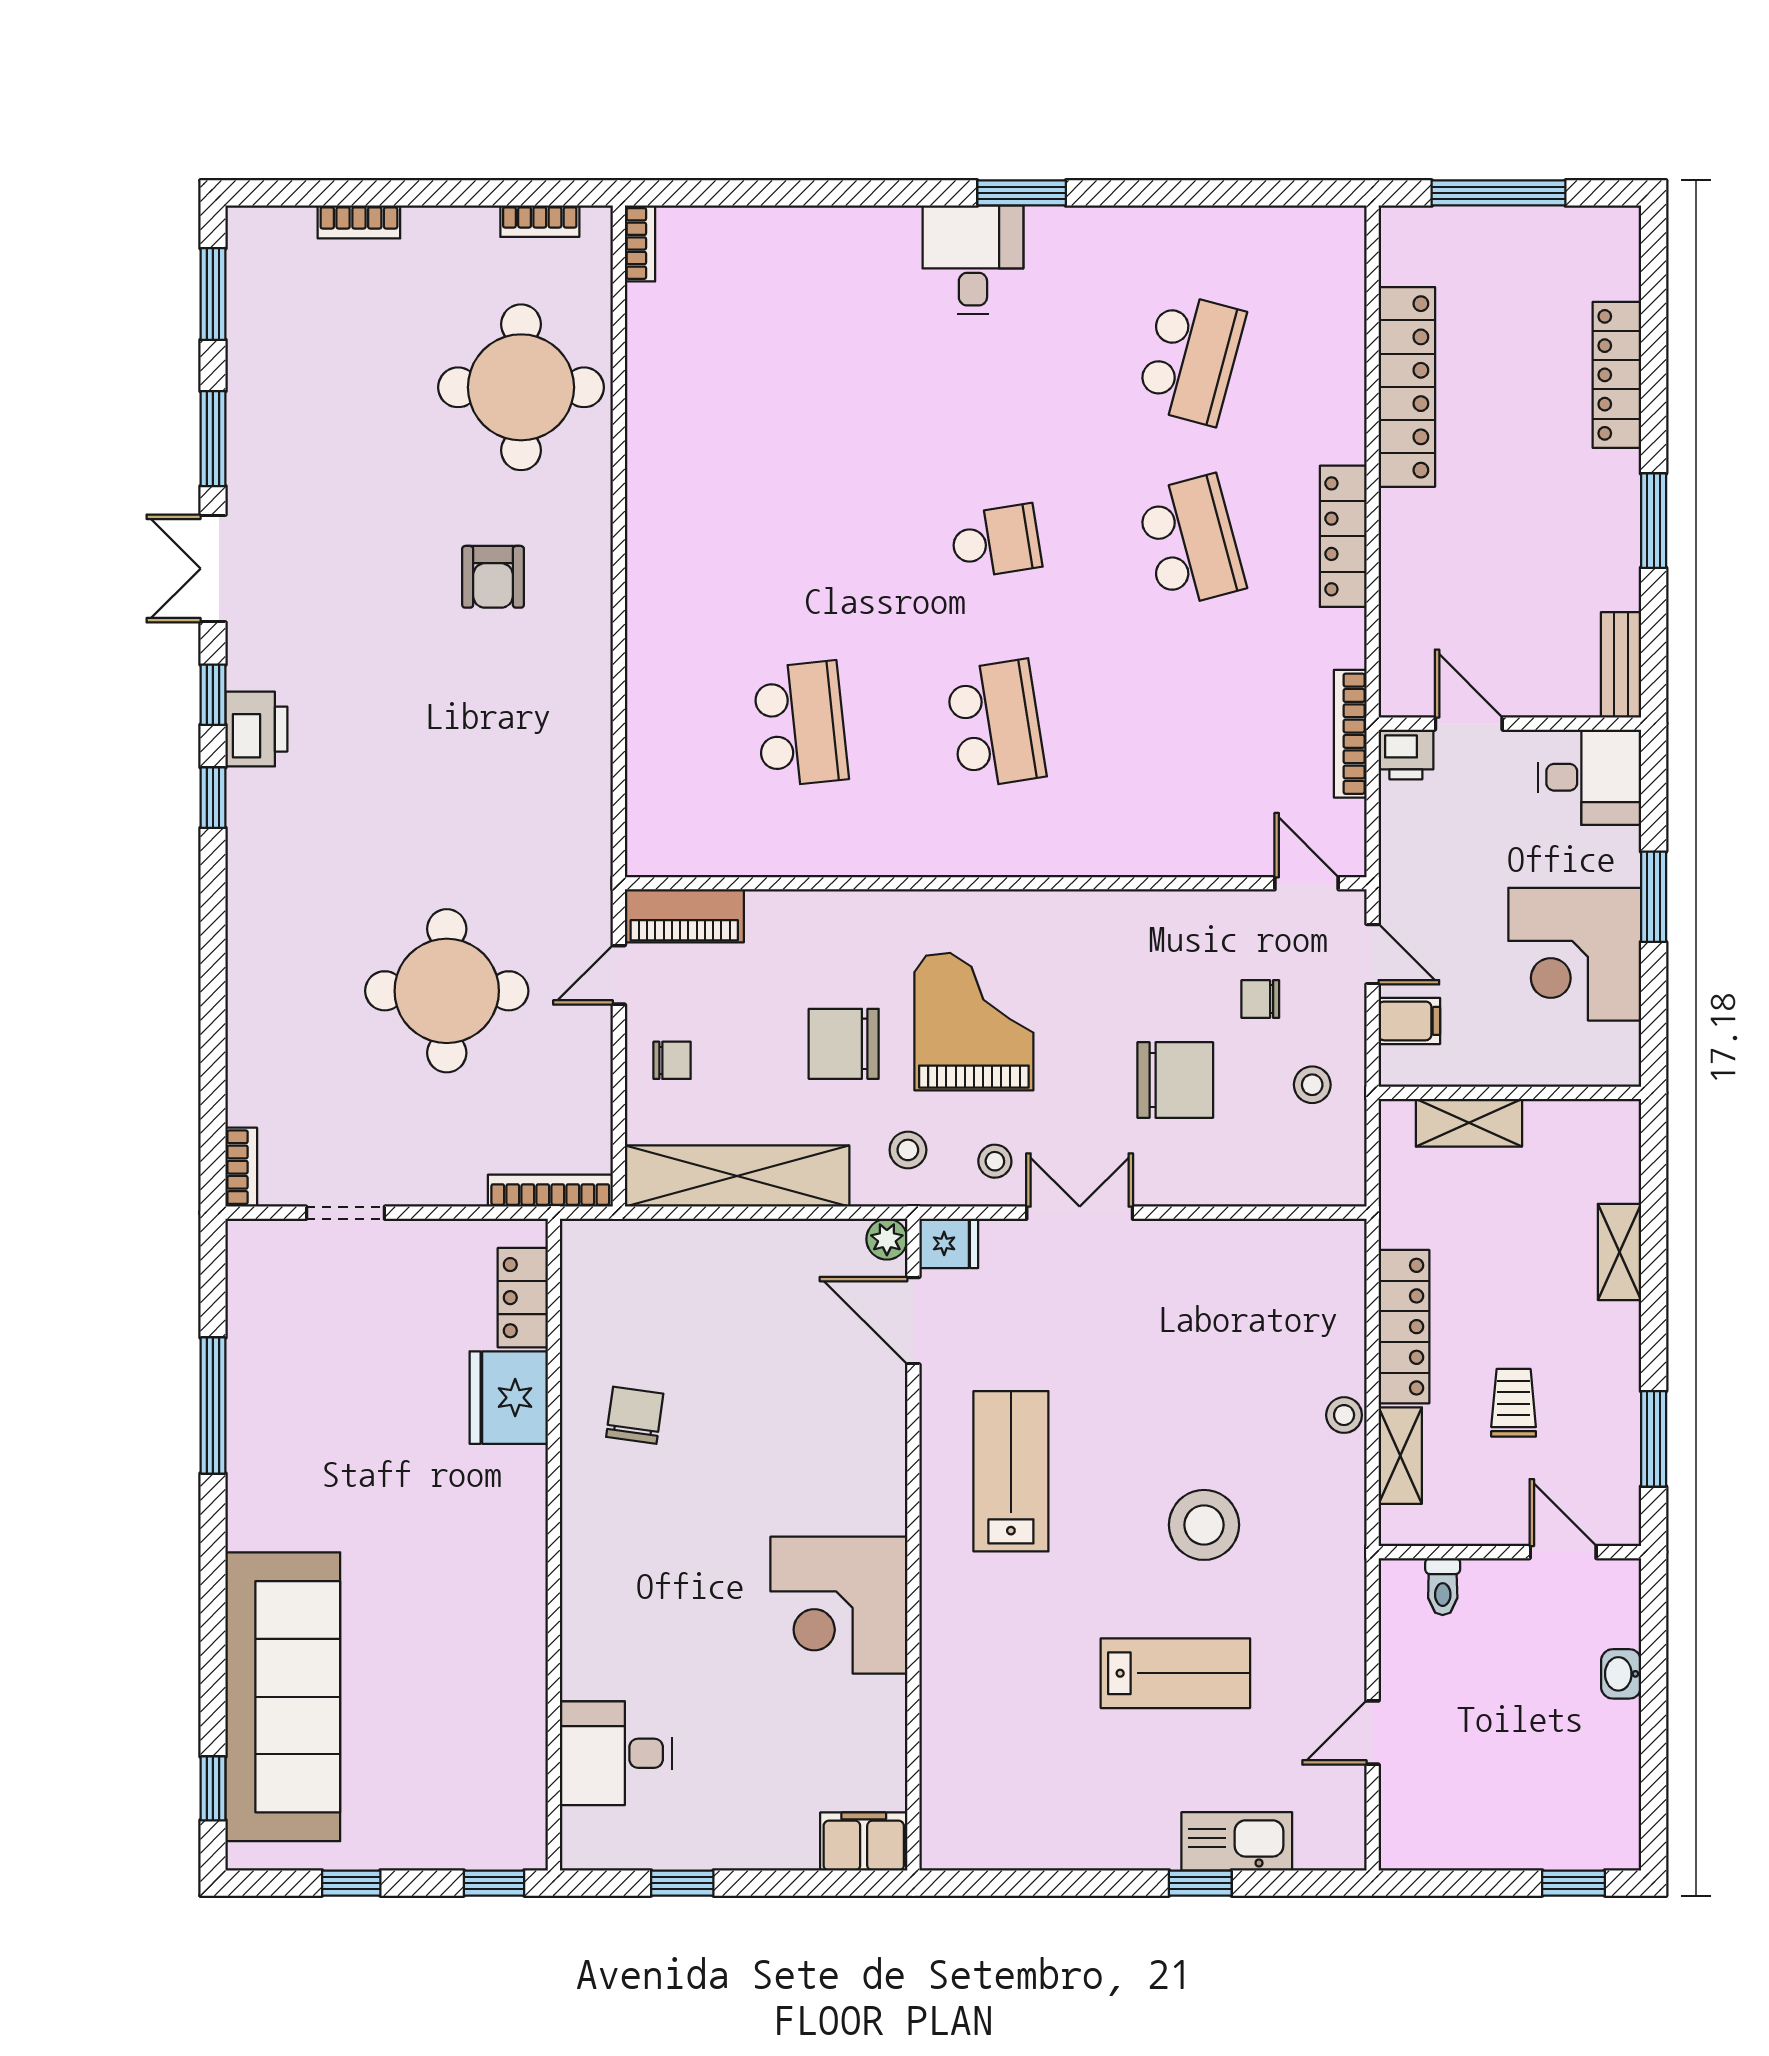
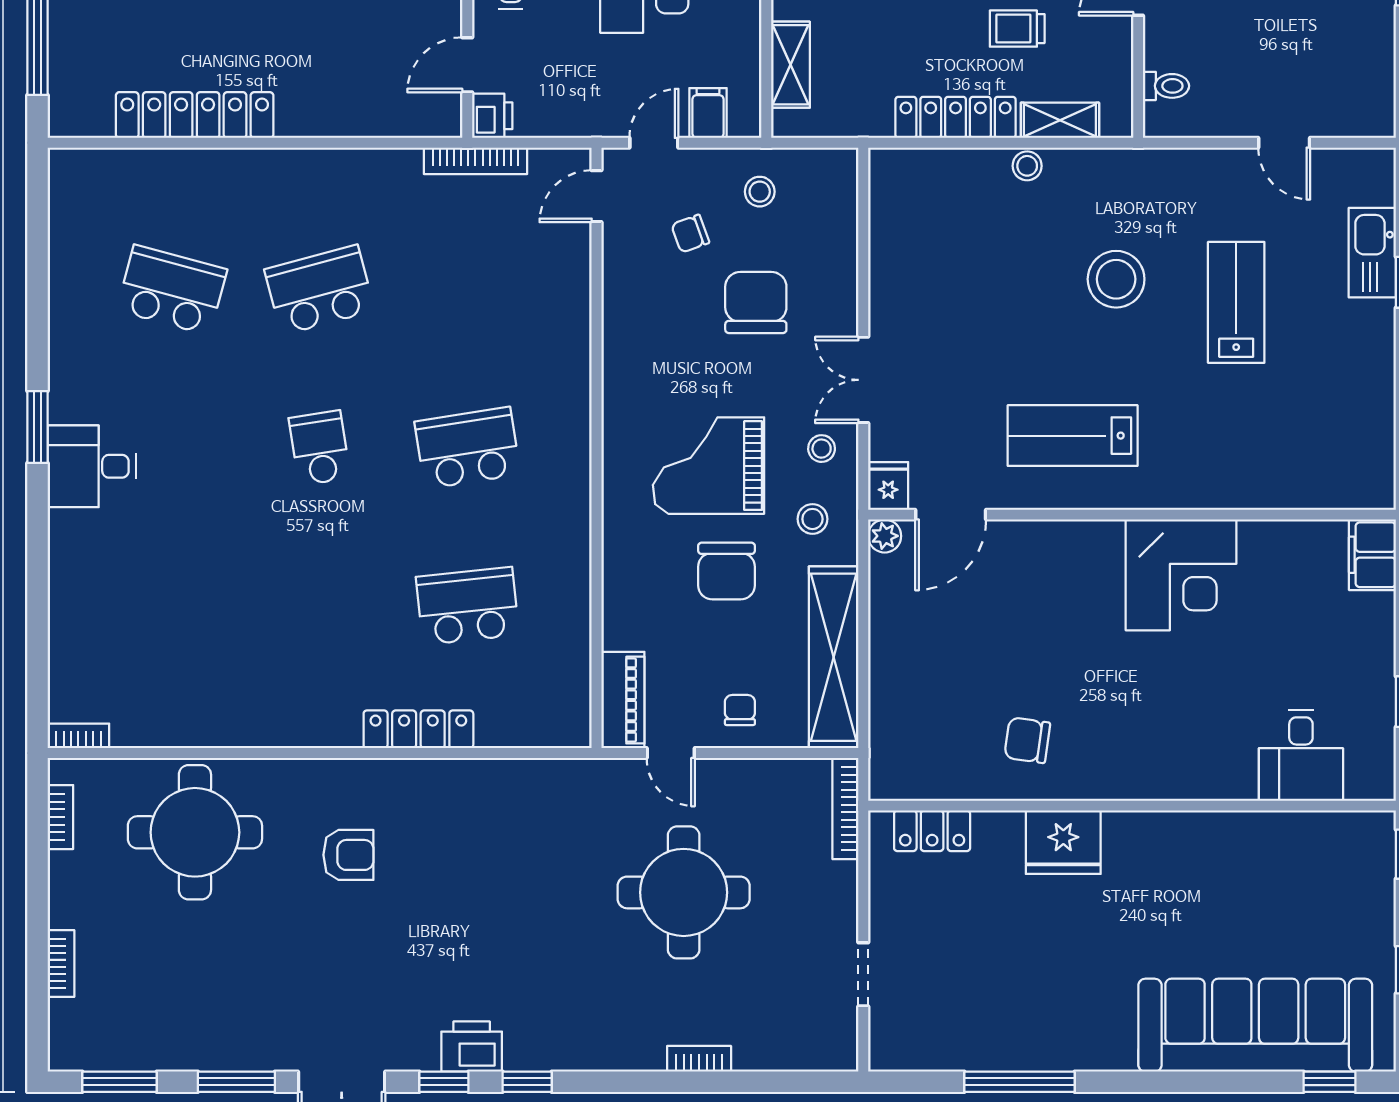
locker: (1343, 536) -> (418, 729), moved, turned 180
chair: (1260, 999) -> (690, 234), turned 70
bookcase: (241, 1167) -> (699, 1059), moved
fridge: (509, 1398) -> (1063, 842), moved

